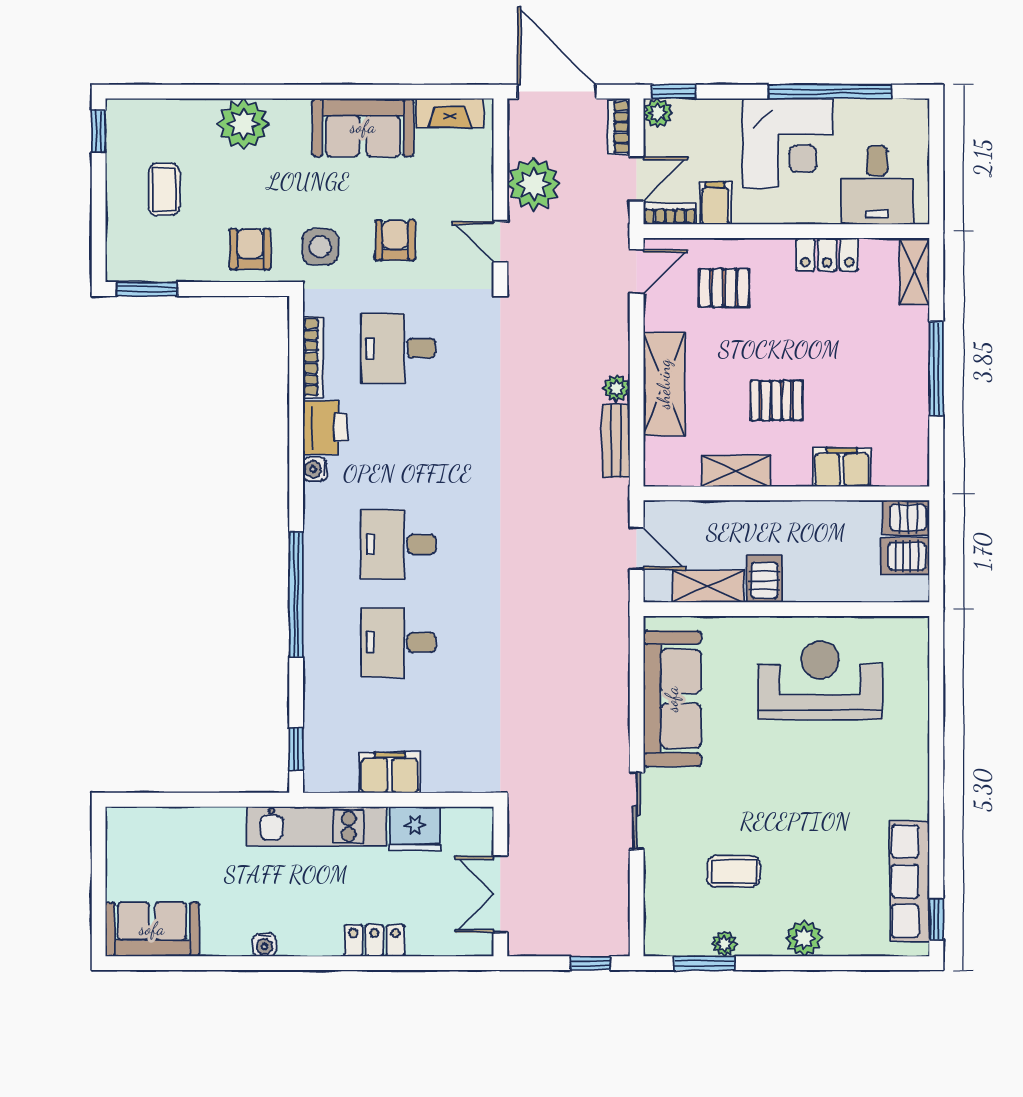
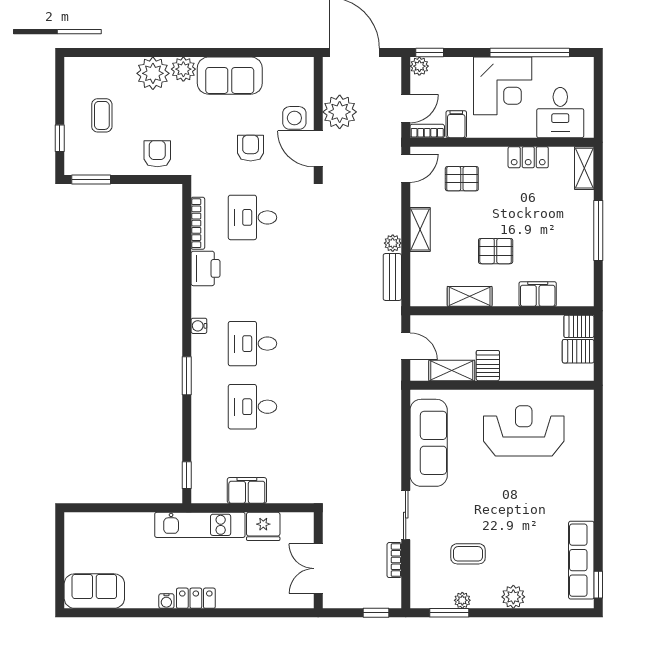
fireplace: (450, 113) -> (286, 66), removed
plant: (291, 117) -> (183, 69), added
bookcase: (619, 127) -> (394, 560), moved
window: (99, 131) -> (60, 138), moved
door: (500, 242) -> (318, 149), width x1.38
side table: (320, 247) -> (294, 118), moved
shelving: (664, 384) -> (420, 229), width x0.67, depth x0.75
water cooler: (315, 469) -> (199, 326), moved
window: (296, 594) -> (187, 376), width x0.47
locker: (374, 940) -> (196, 598), moved

